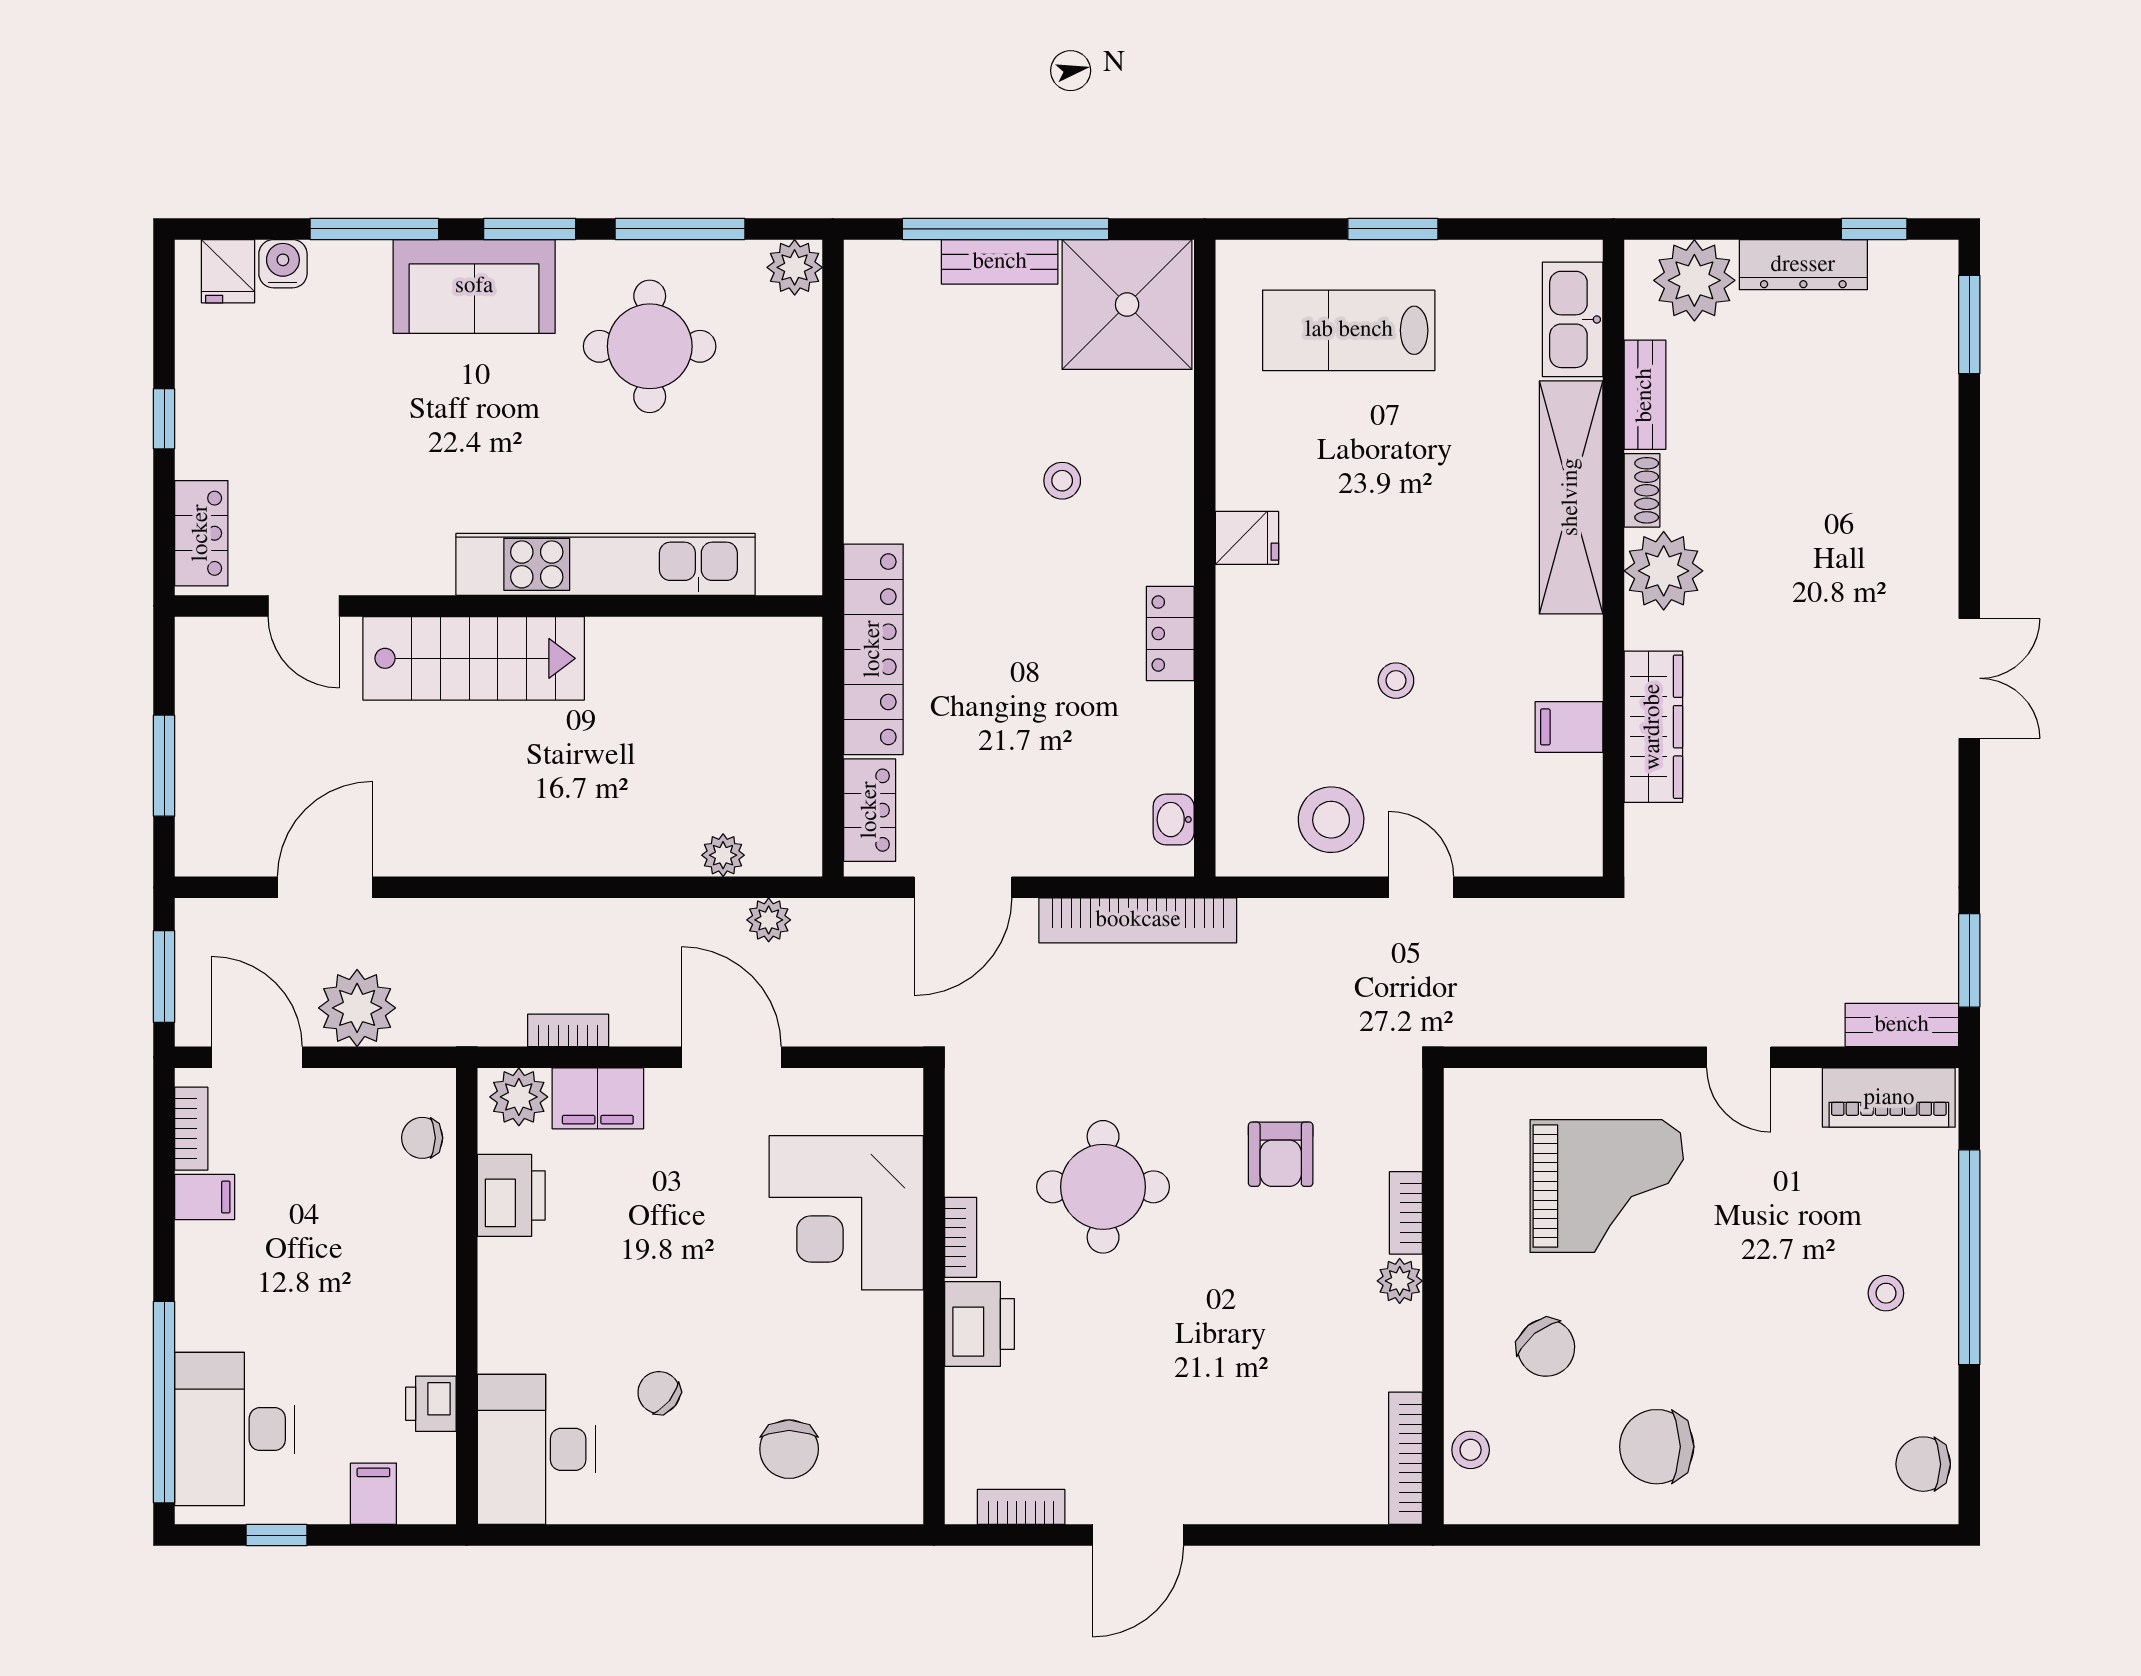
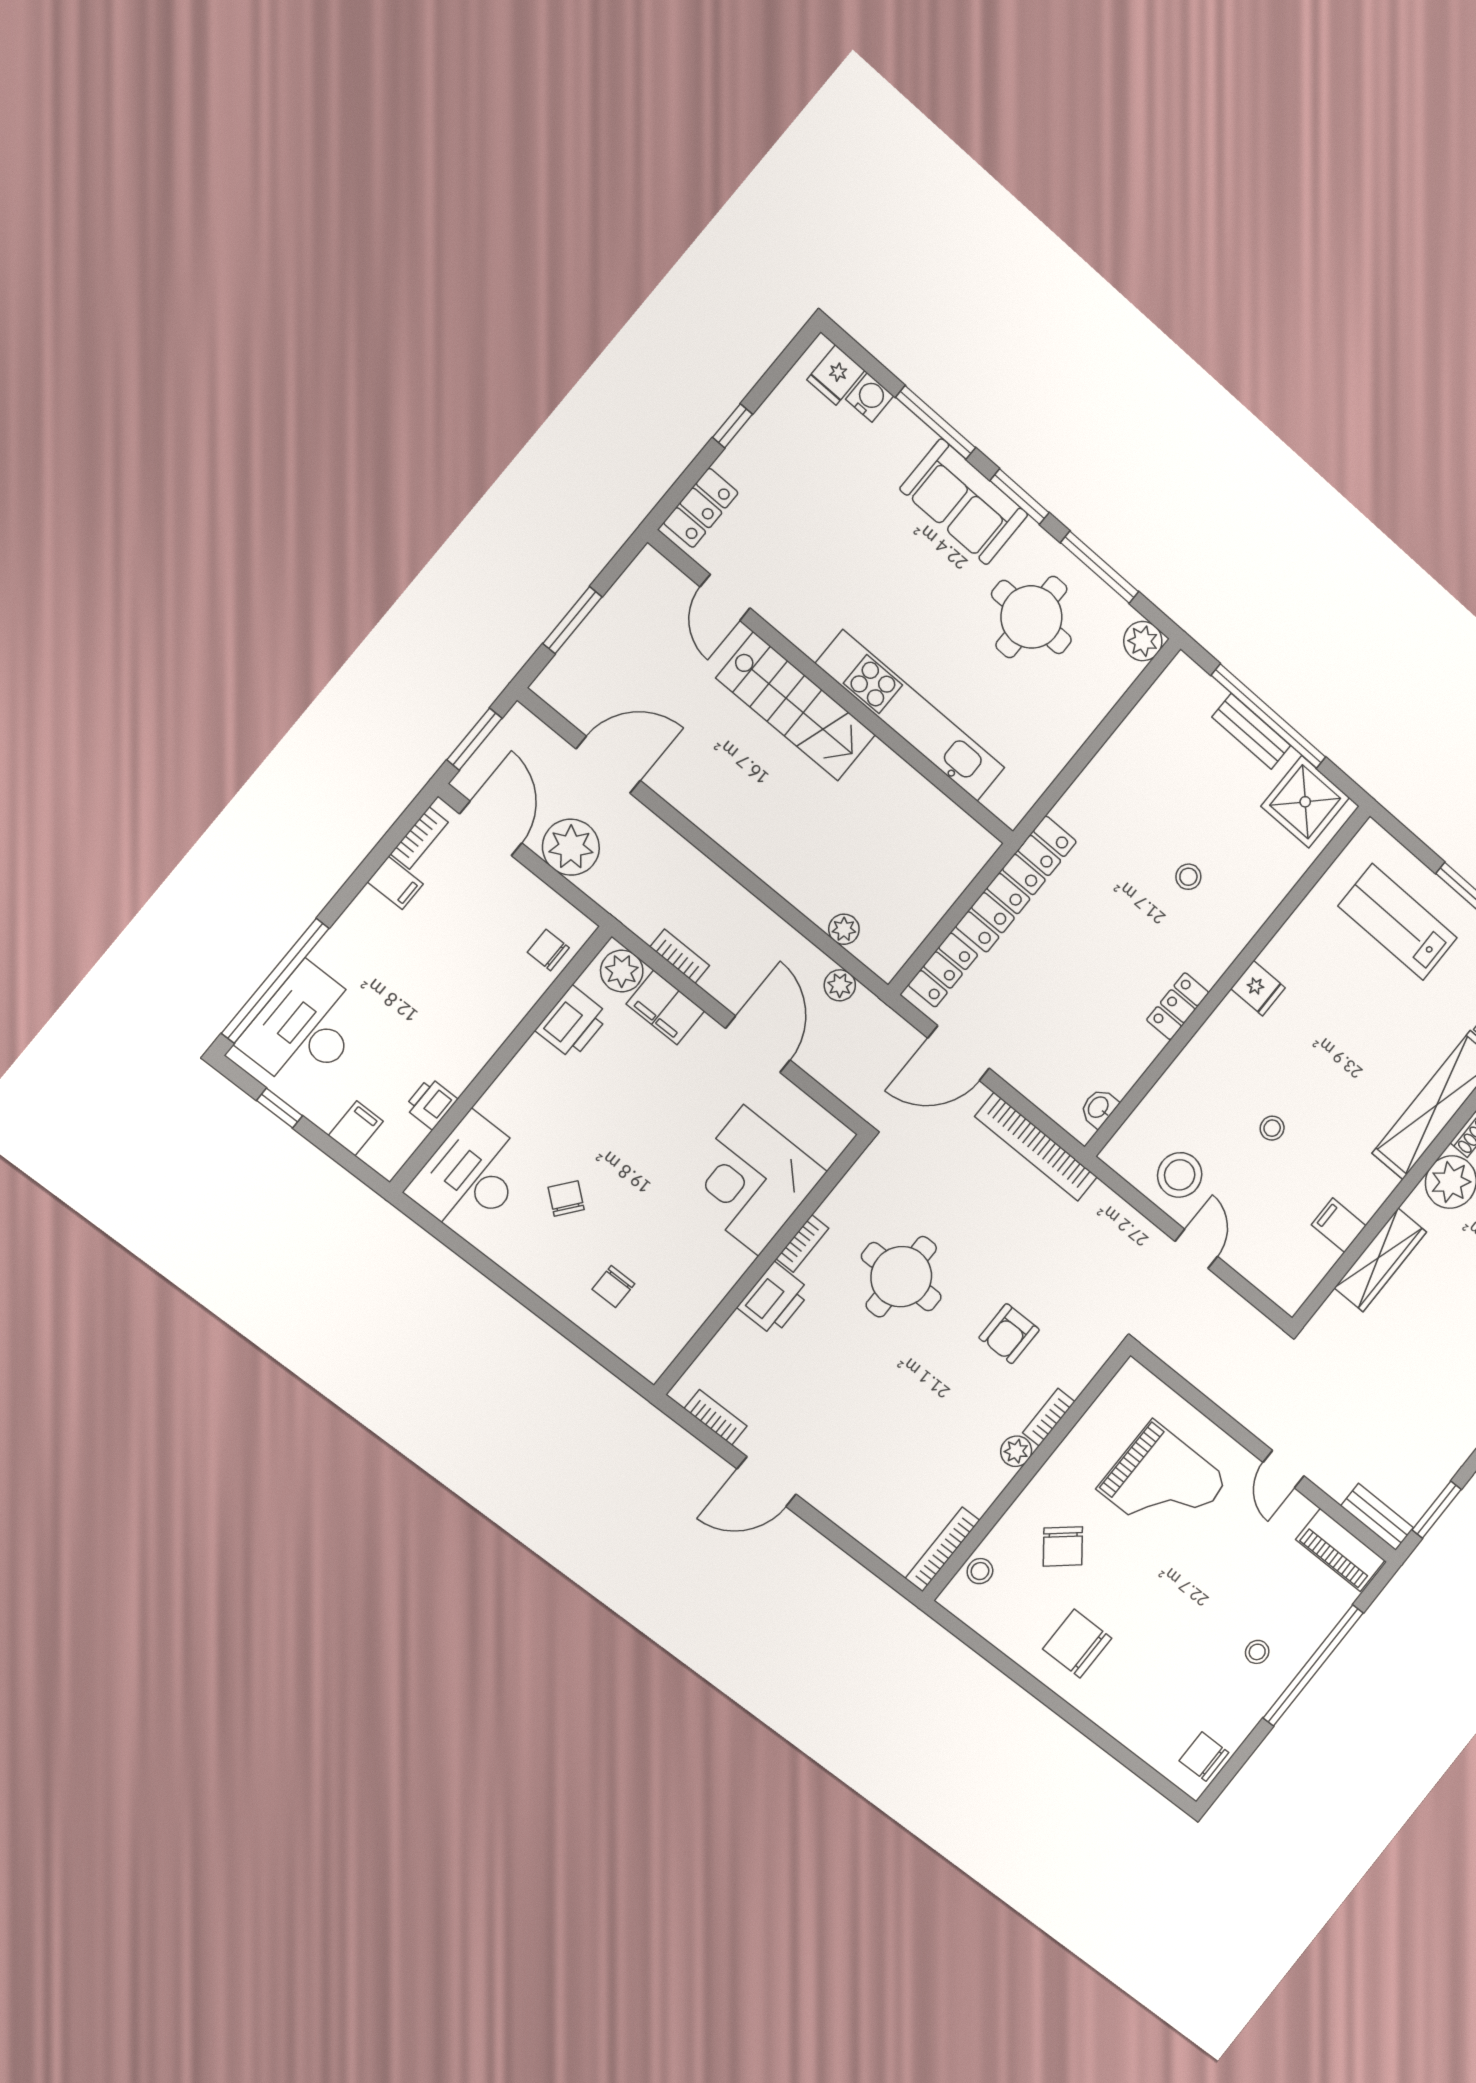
shower: (1127, 305) -> (1305, 802), width x0.73, depth x0.73
chair: (789, 1449) -> (613, 1287), width x0.73, depth x0.73

